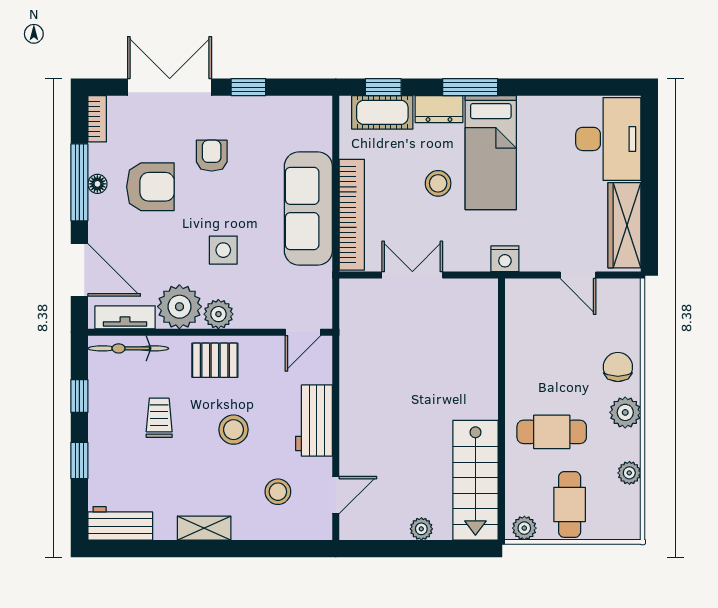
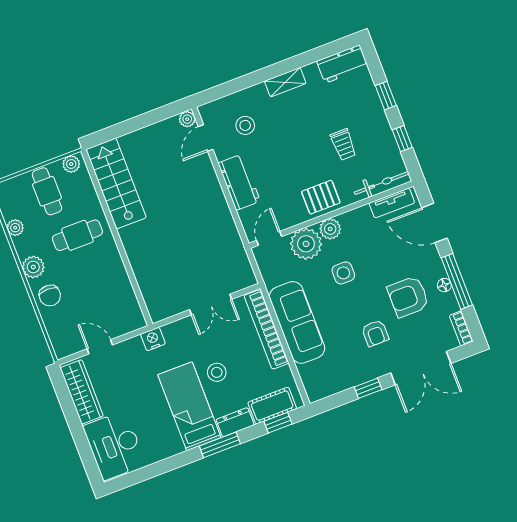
plant: (179, 307) -> (306, 244), moved
stool: (234, 430) -> (291, 156), removed
plant: (421, 529) -> (187, 119), moved

